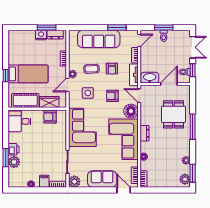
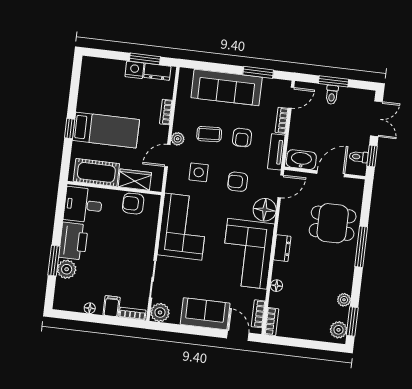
door: (139, 96) -> (281, 186), swing flipped
dining table: (174, 114) -> (333, 223), turned 90
printer: (14, 149) -> (73, 241), width x1.87, depth x1.48

